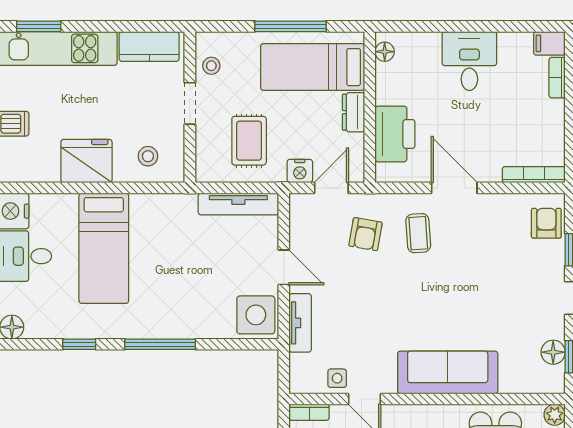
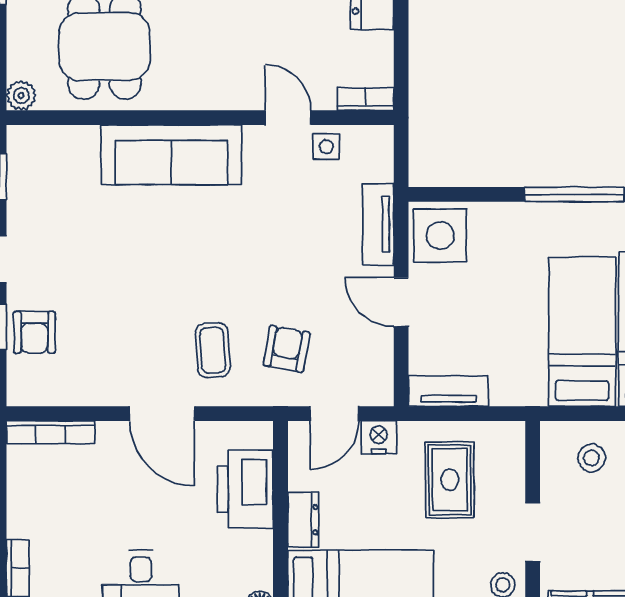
tv unit: (238, 204) -> (448, 391), width x0.71
armchair: (546, 223) -> (34, 332), moved
bed: (155, 246) -> (582, 332), added
floor lamp: (553, 352) -> (23, 183), removed

